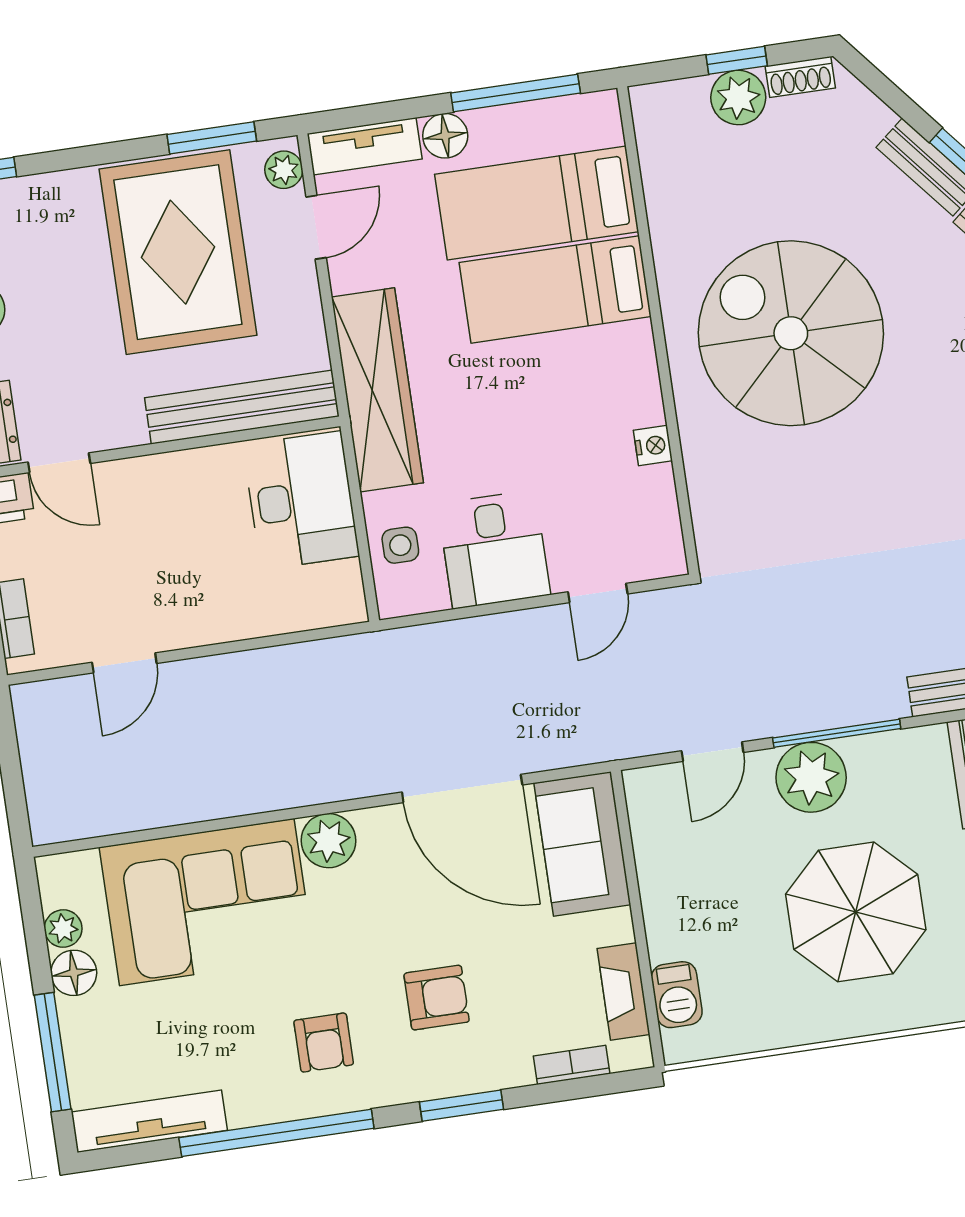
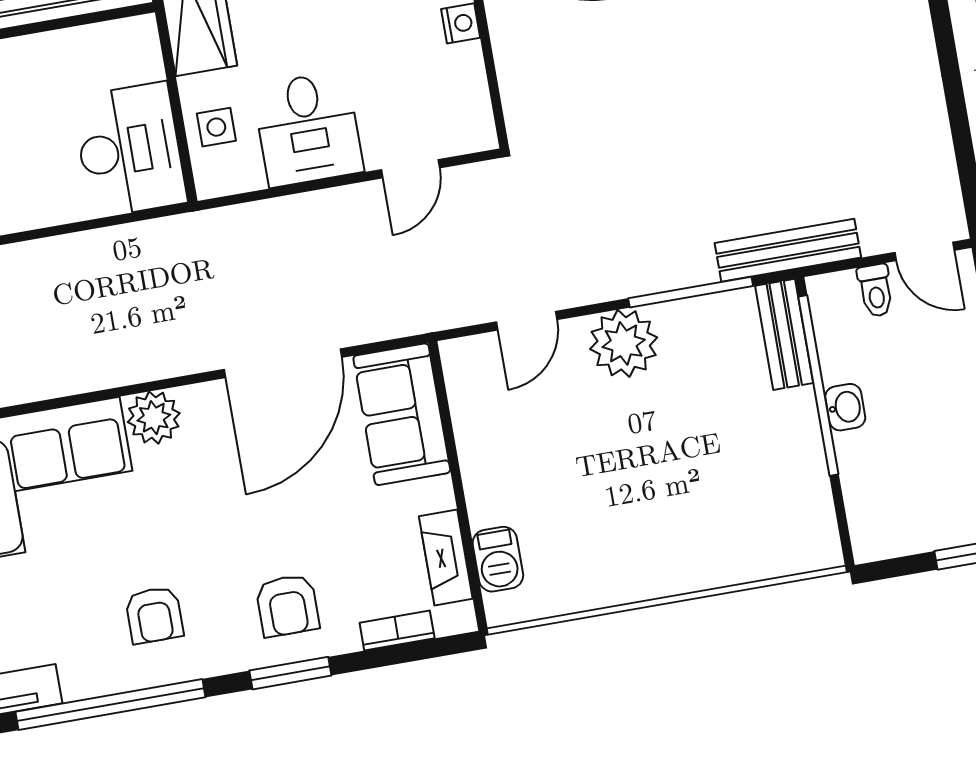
desk: (301, 500) -> (129, 150), moved
window: (837, 733) -> (691, 292), moved
door: (462, 789) -> (283, 363), hinge flipped
parasol: (856, 912) -> (671, 474), removed
armchair: (437, 998) -> (287, 605), moved, turned 90

